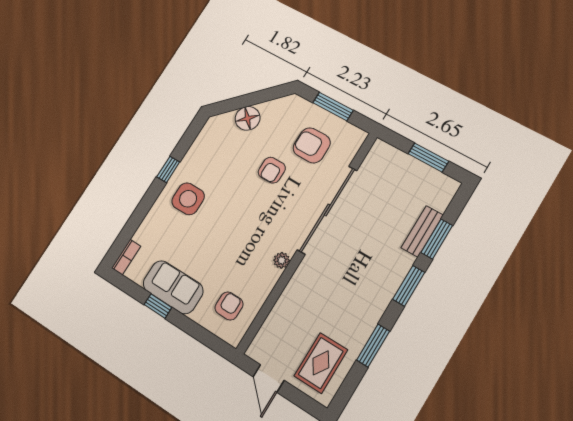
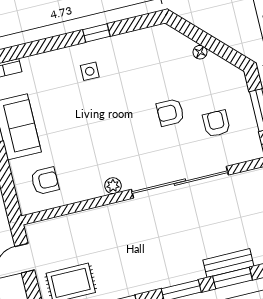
floor lamp: (248, 118) -> (200, 52), width x0.53, depth x0.53
armchair: (312, 145) -> (216, 124), width x0.72, depth x0.72
side table: (188, 199) -> (90, 71), width x0.54, depth x0.54

